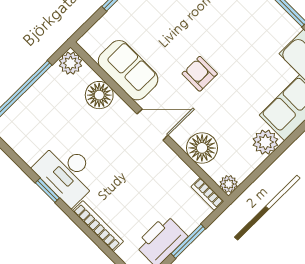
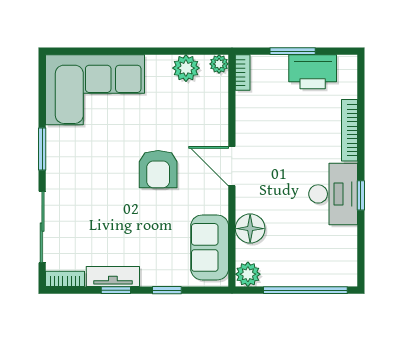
sofa: (128, 70) -> (210, 247), moved
armchair: (200, 74) -> (158, 169), width x1.38, depth x1.38
plant: (265, 142) -> (186, 68), moved
floor lamp: (202, 148) -> (212, 111), removed

